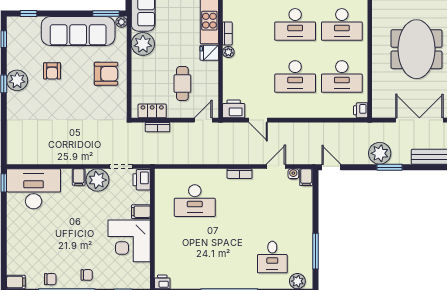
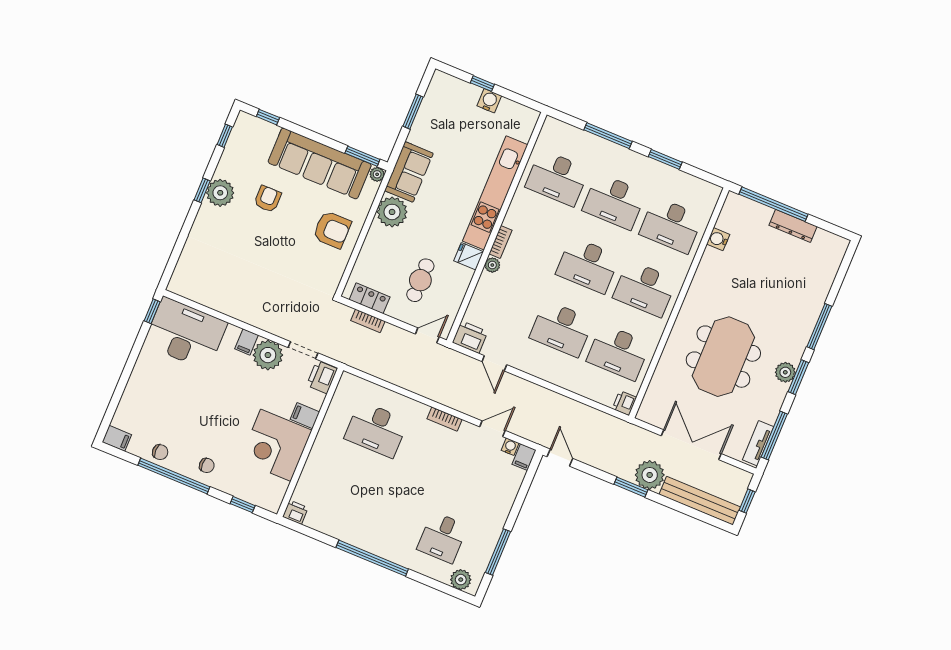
armchair: (52, 71) -> (268, 199), turned 180
plant: (380, 153) -> (650, 475), moved

